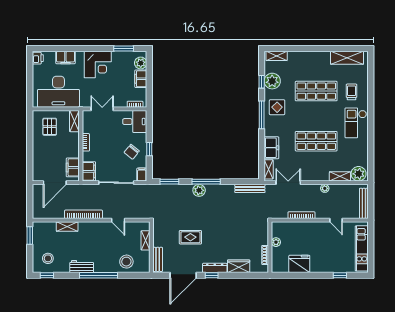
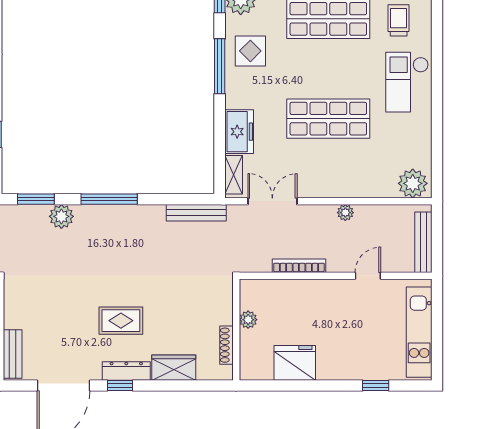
shelving: (340, 176) -> (376, 189), removed
plant: (199, 190) -> (61, 216), moved
door: (336, 220) -> (368, 276), swing flipped
rug: (190, 237) -> (121, 321), moved

